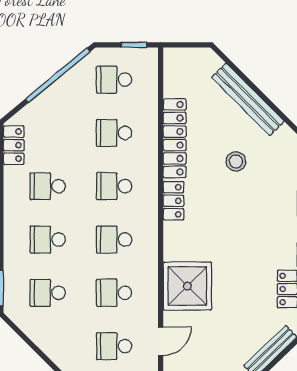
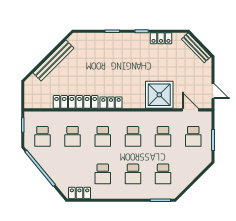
stool: (236, 161) -> (89, 67), removed

